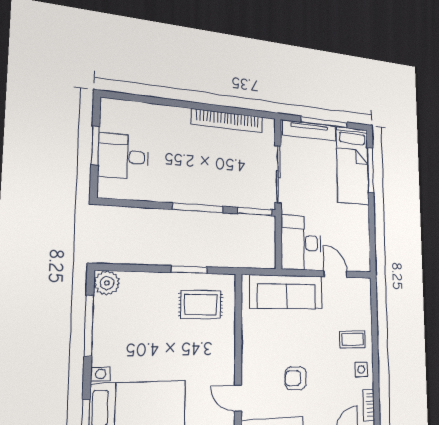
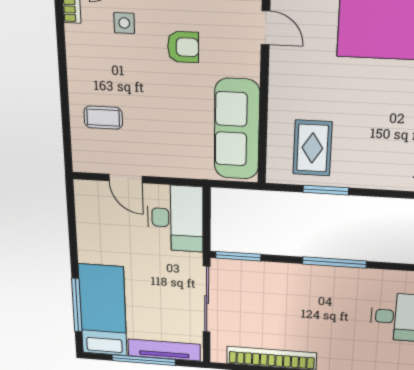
window: (198, 208) -> (334, 262), moved
sofa: (287, 292) -> (237, 129), moved, turned -90
rug: (201, 305) -> (312, 148), turned 90
coffee table: (352, 339) -> (103, 118), moved
side table: (361, 370) -> (124, 23), moved

